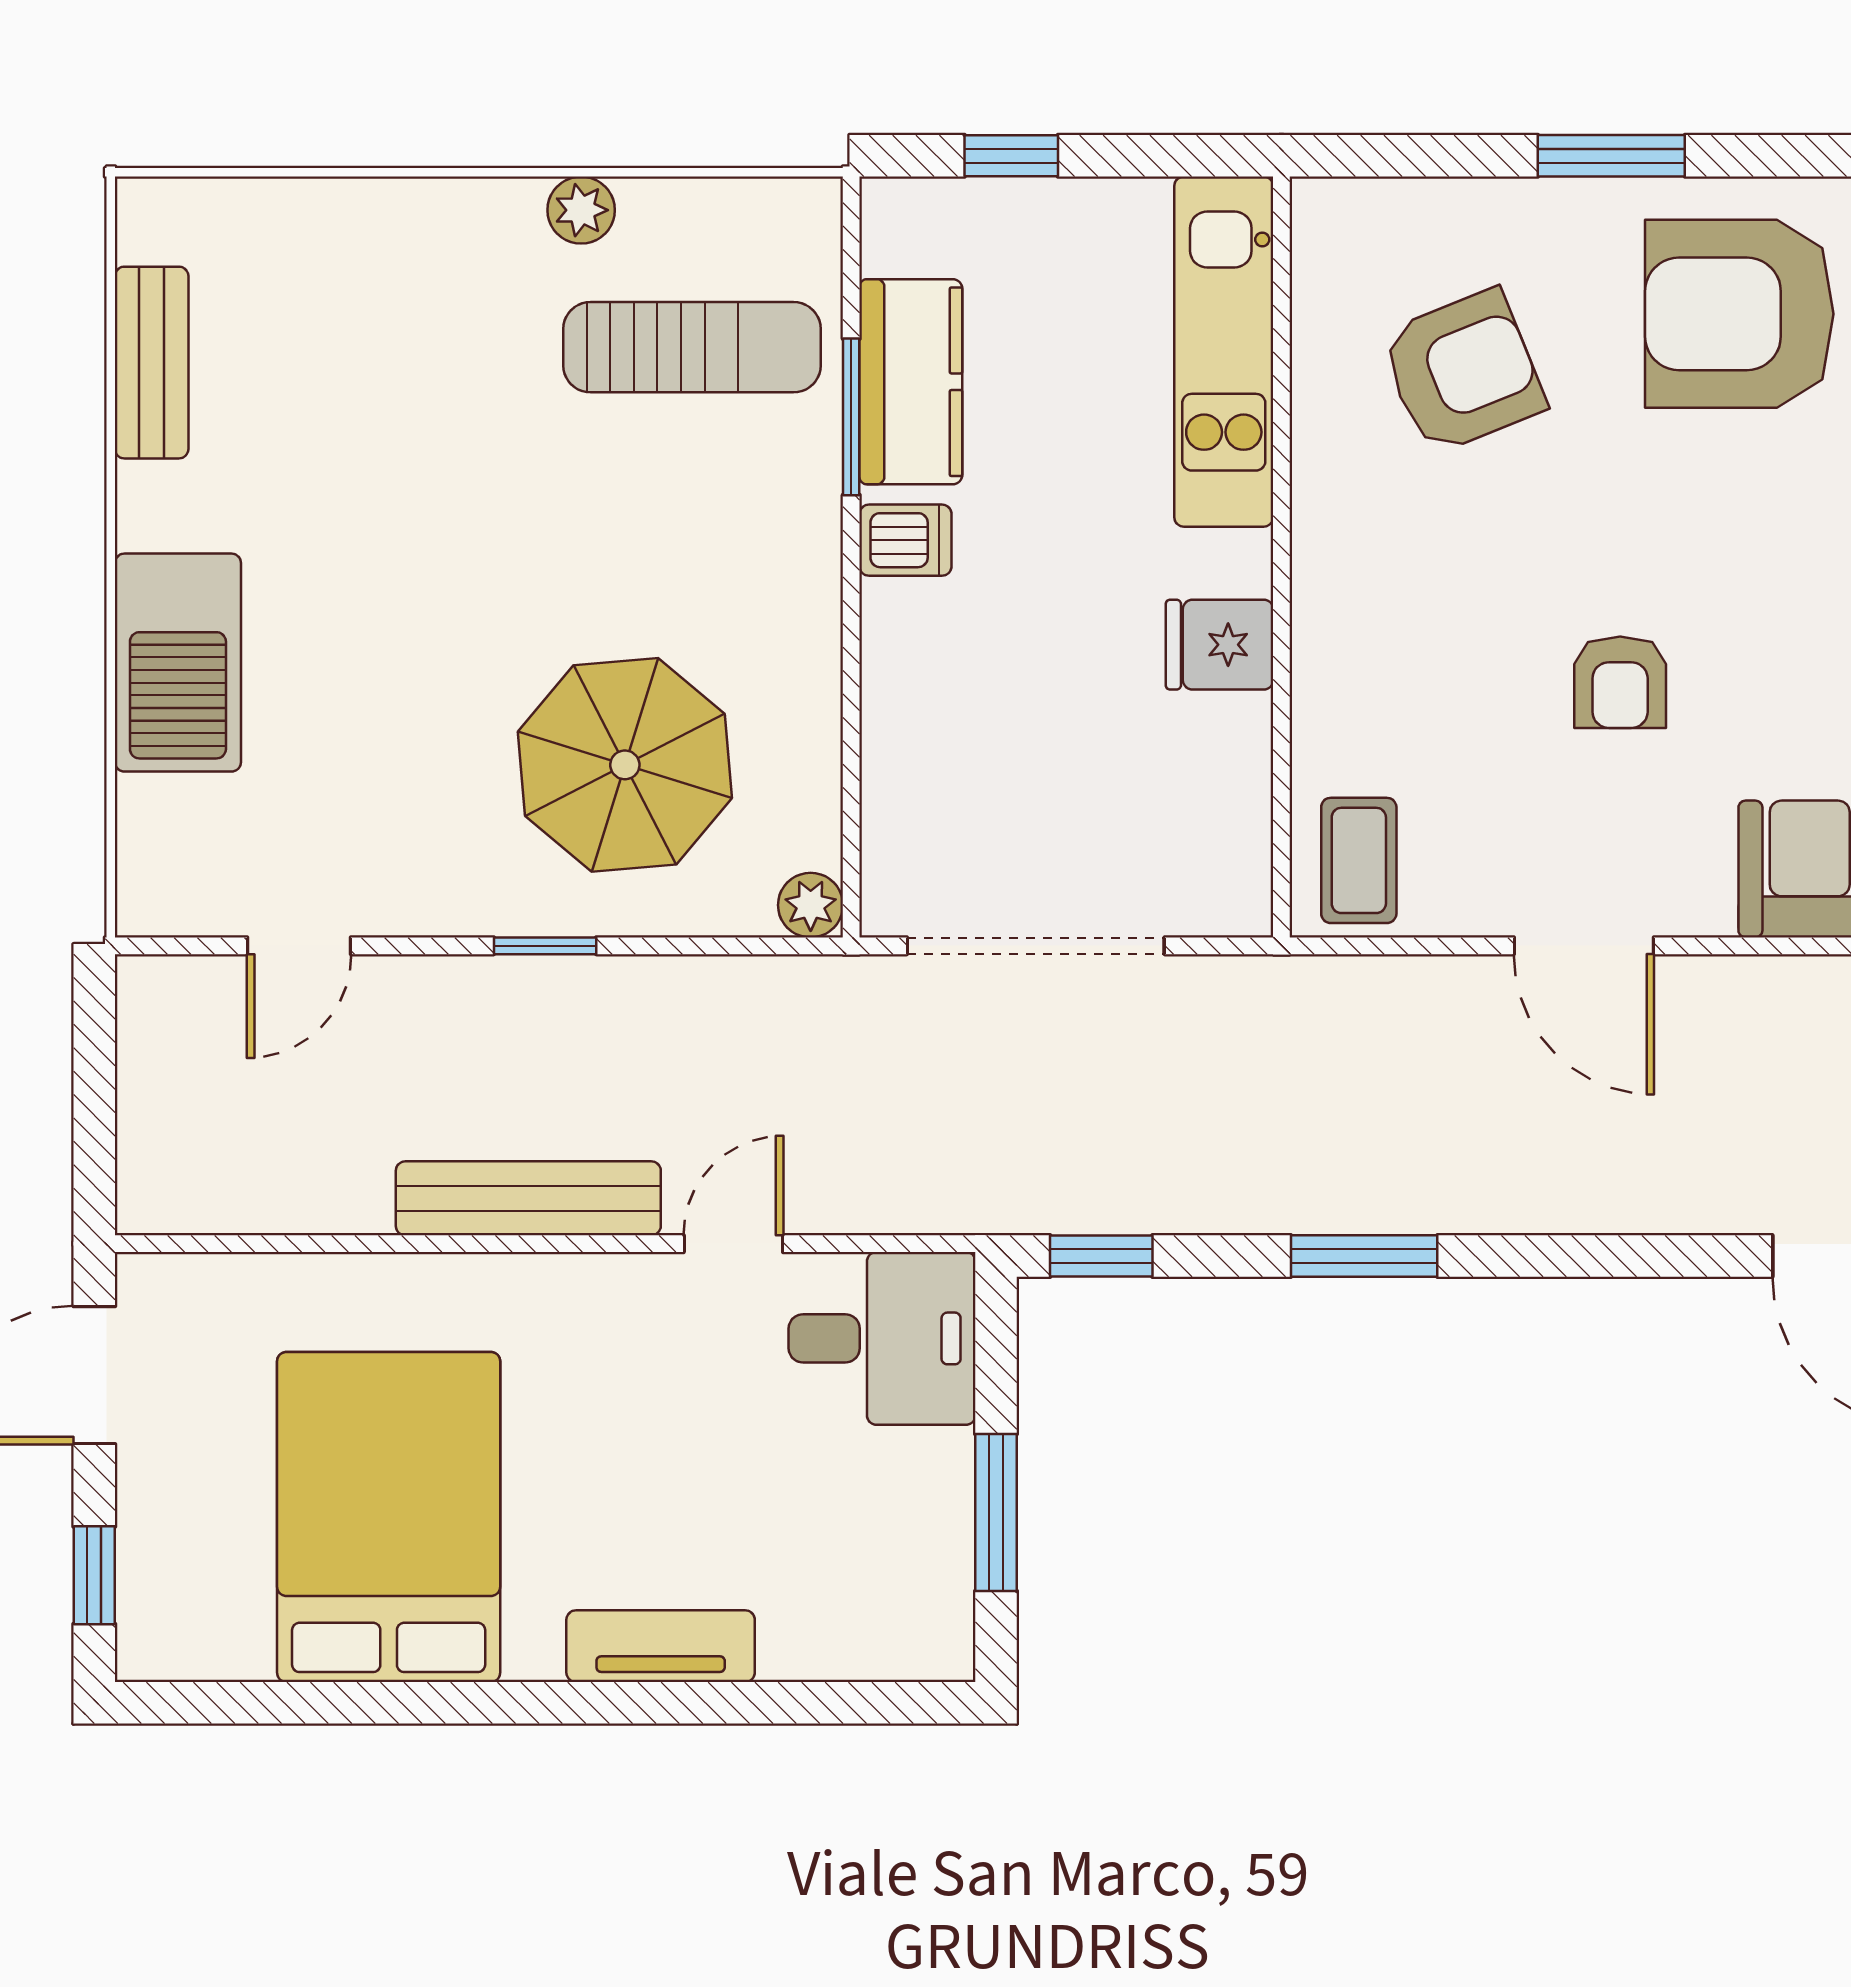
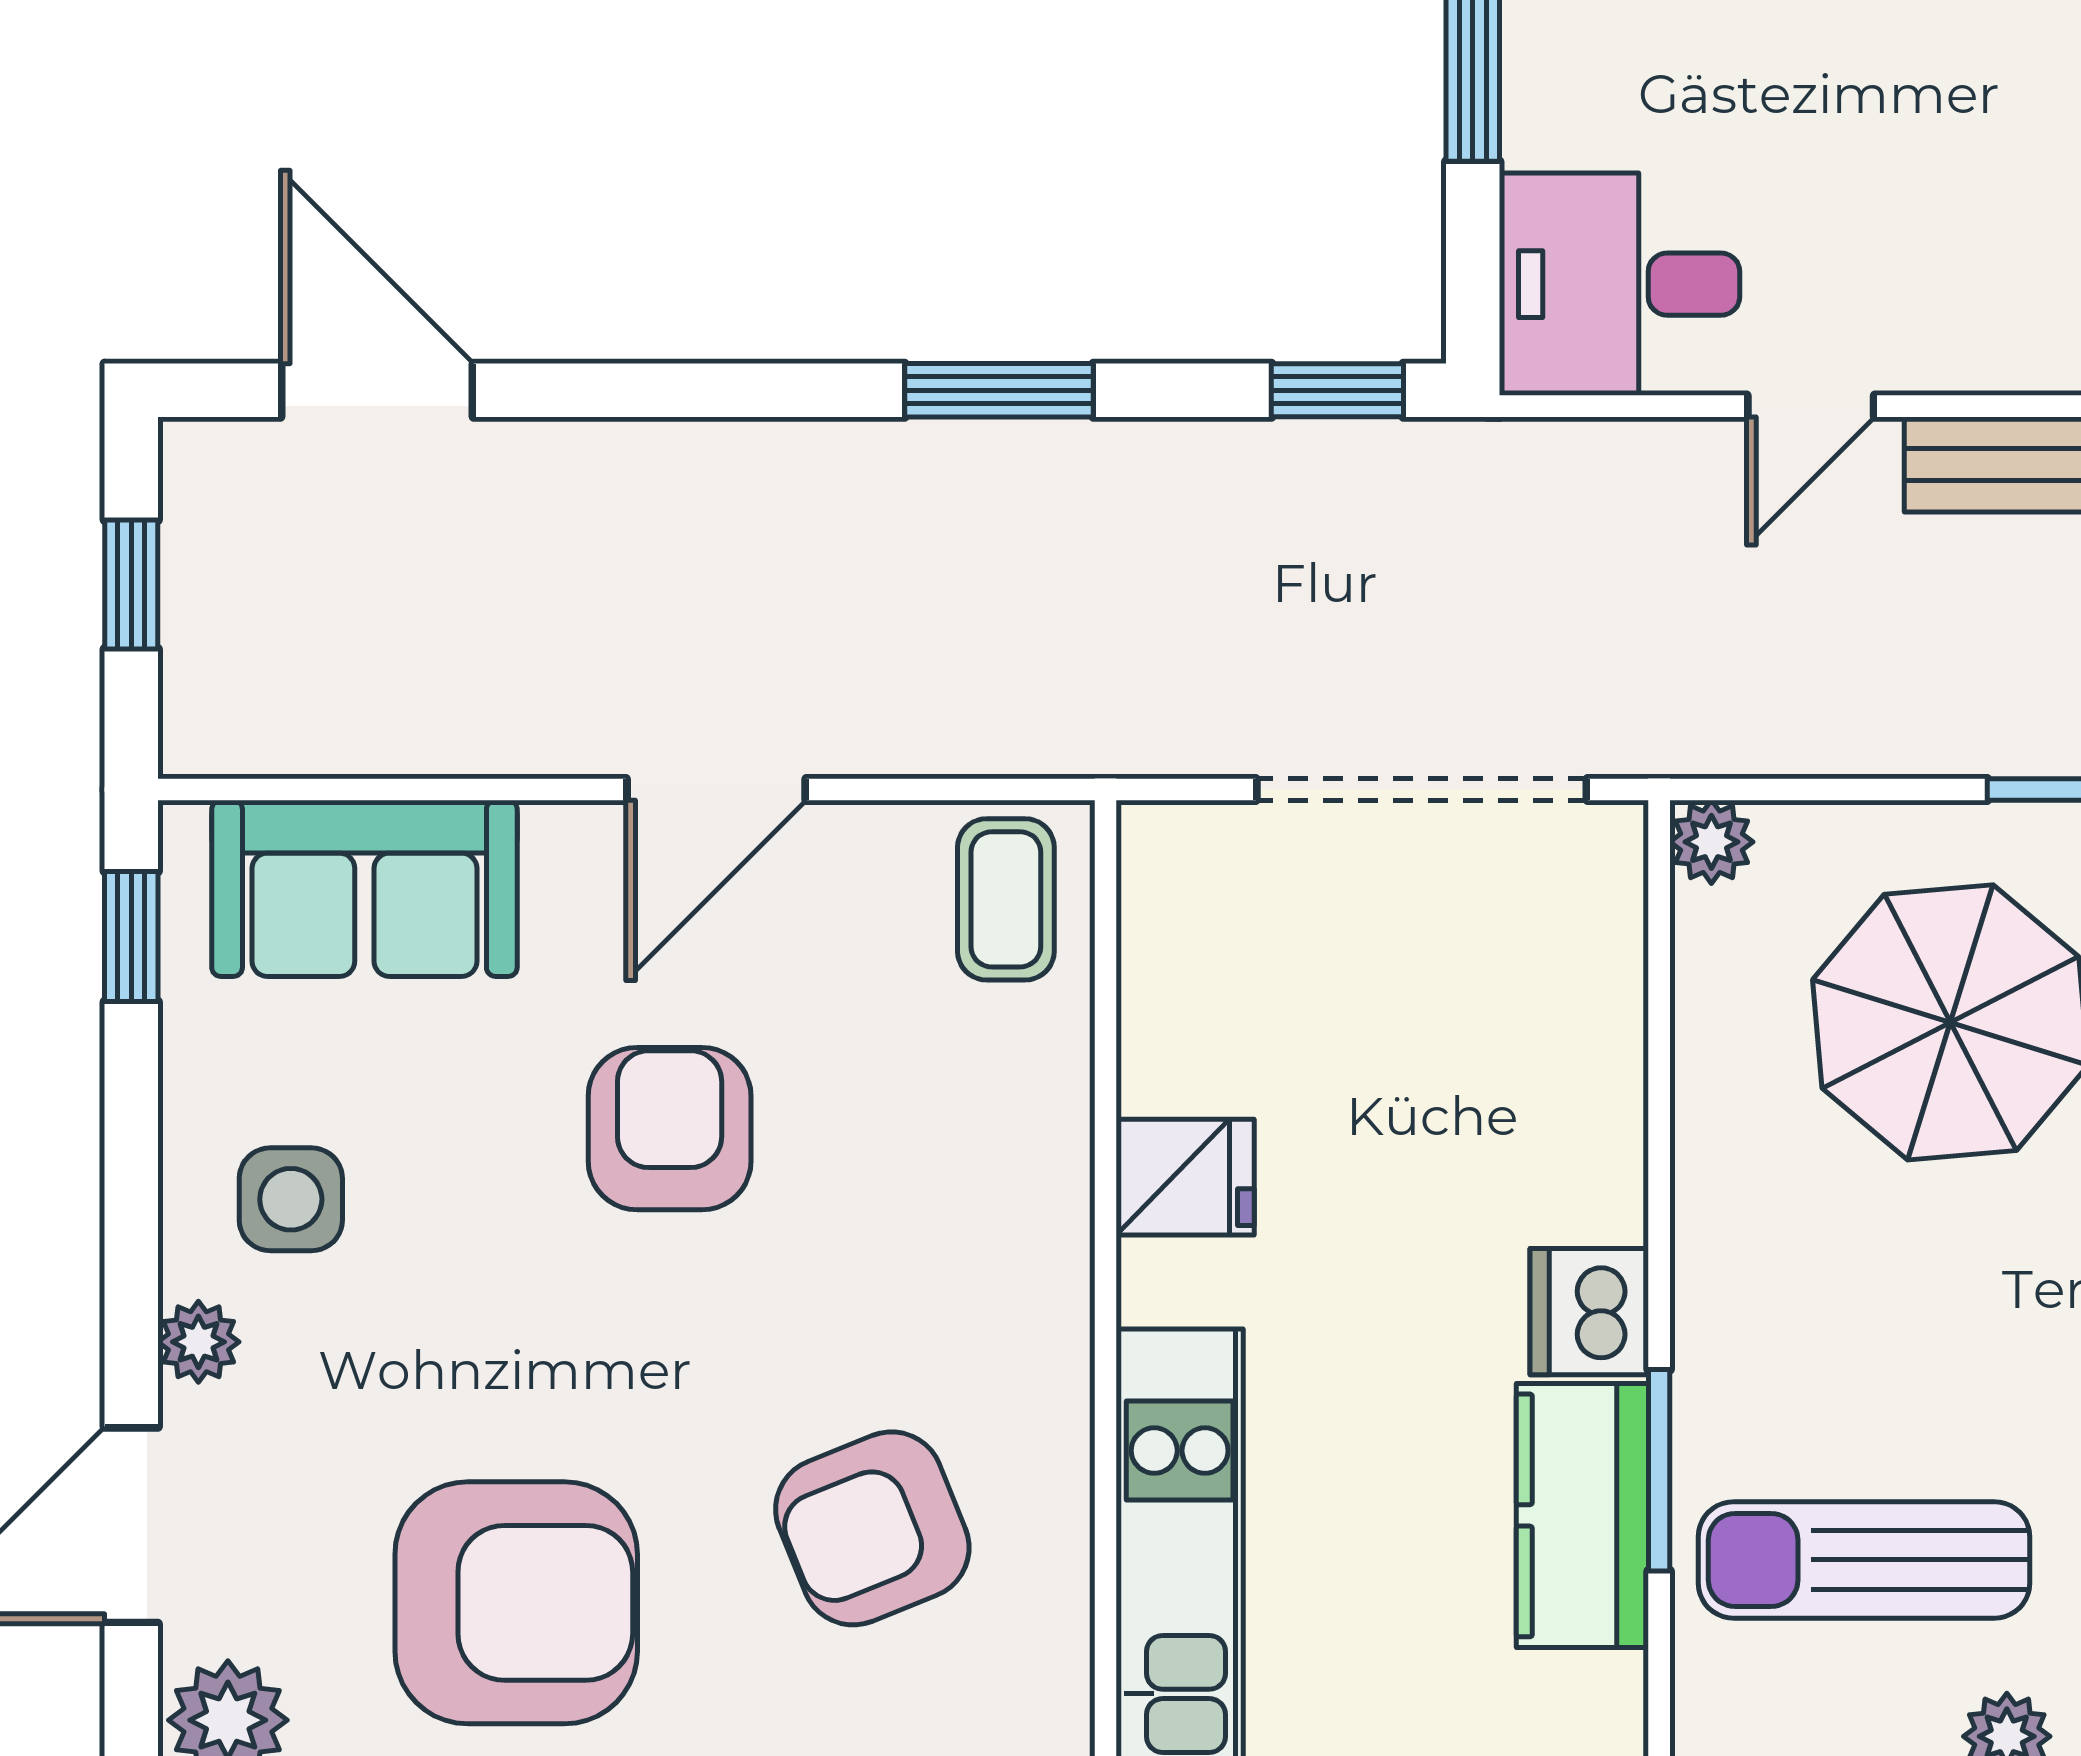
dishwasher: (905, 540) -> (1589, 1312), width x1.38
armchair: (1620, 682) -> (670, 1129), width x1.38, depth x1.38
door: (1584, 946) -> (716, 789), swing flipped

